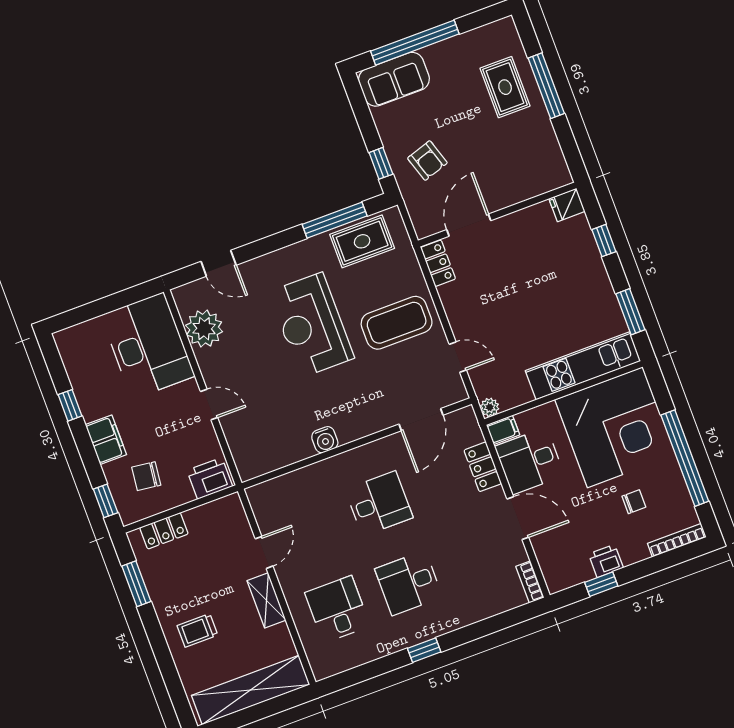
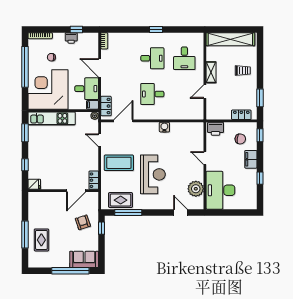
locker: (483, 467) -> (106, 106), moved

